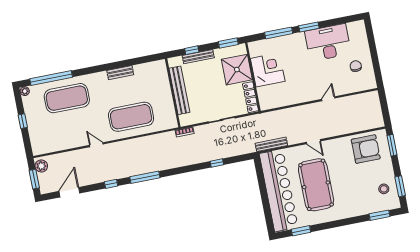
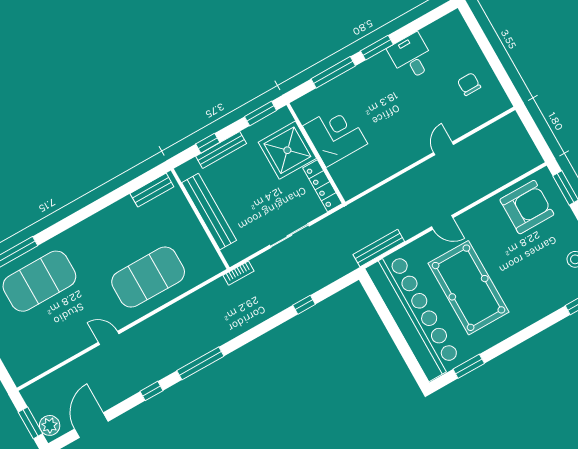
desk: (328, 42) -> (411, 57), width x0.53, depth x0.77
bench: (120, 73) -> (152, 190), moved
plant: (41, 166) -> (50, 425), moved

